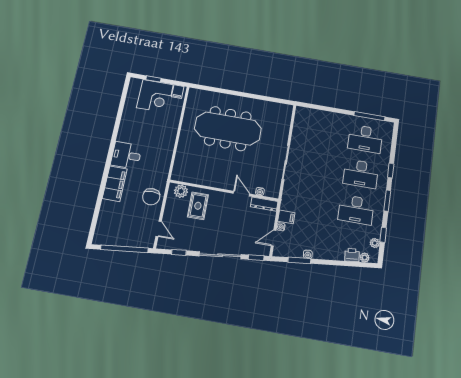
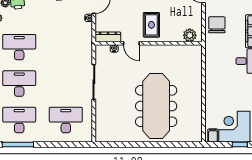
meeting table: (228, 129) -> (156, 106), turned 90
desk: (319, 131) -> (66, 120), added
rug: (198, 206) -> (151, 25), moved
filing cabinet: (286, 217) -> (85, 28), removed

